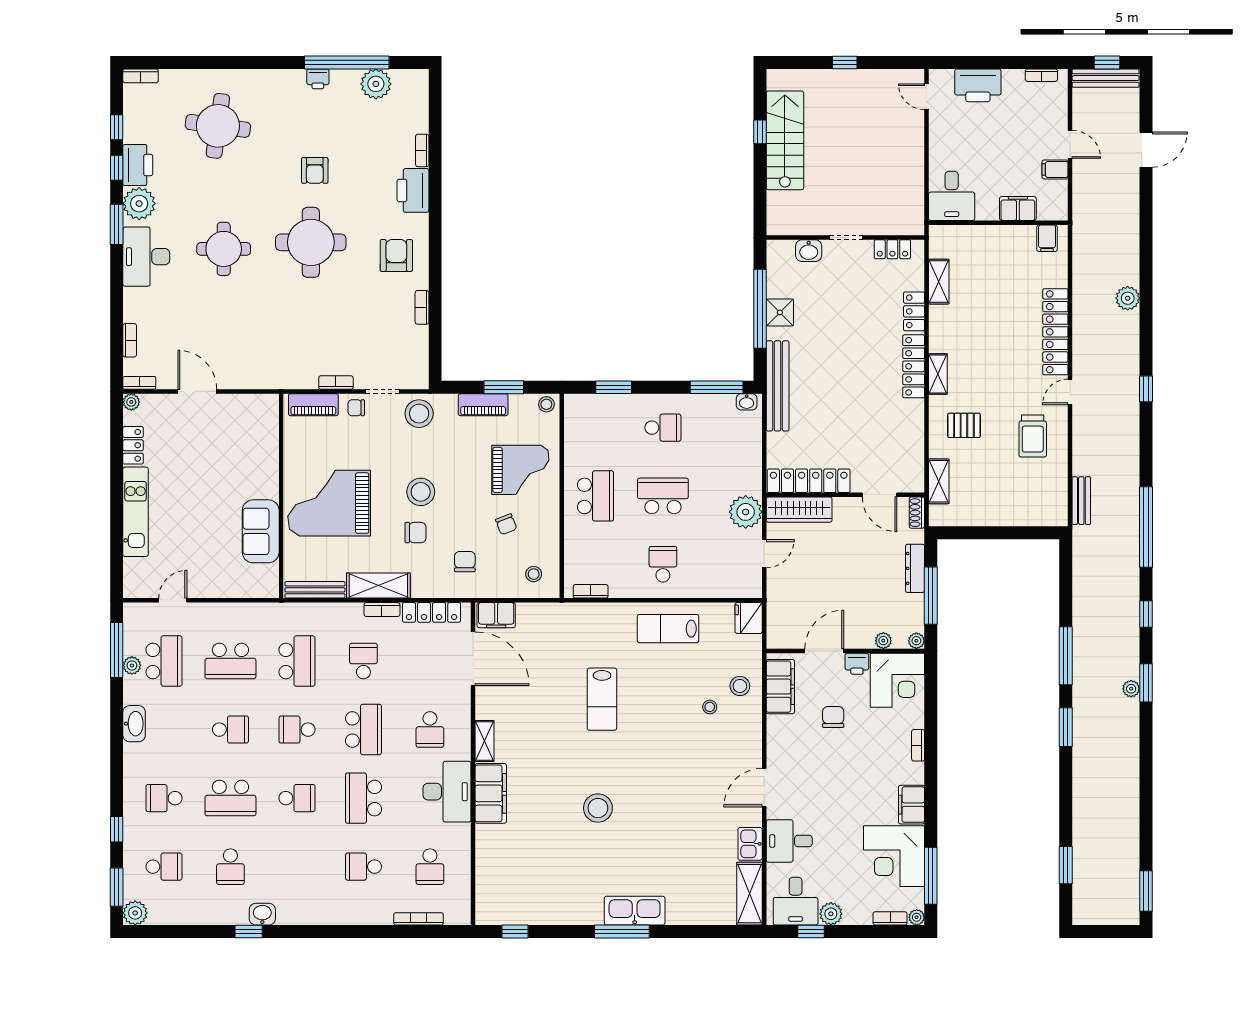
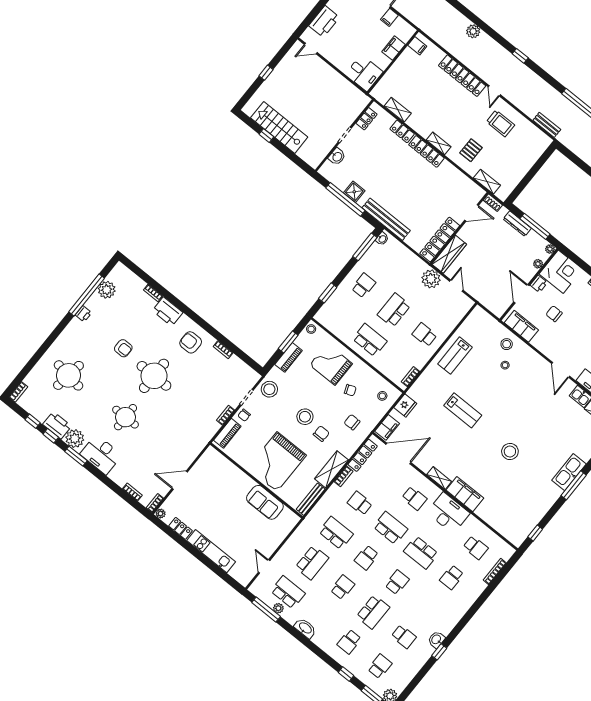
grand piano: (520, 470) -> (331, 364), turned -90
fridge: (749, 618) -> (405, 406), moved, turned -90

